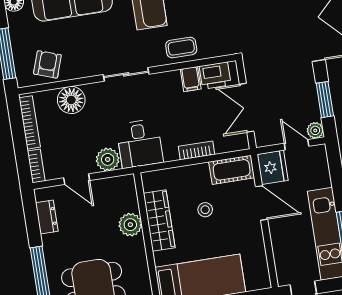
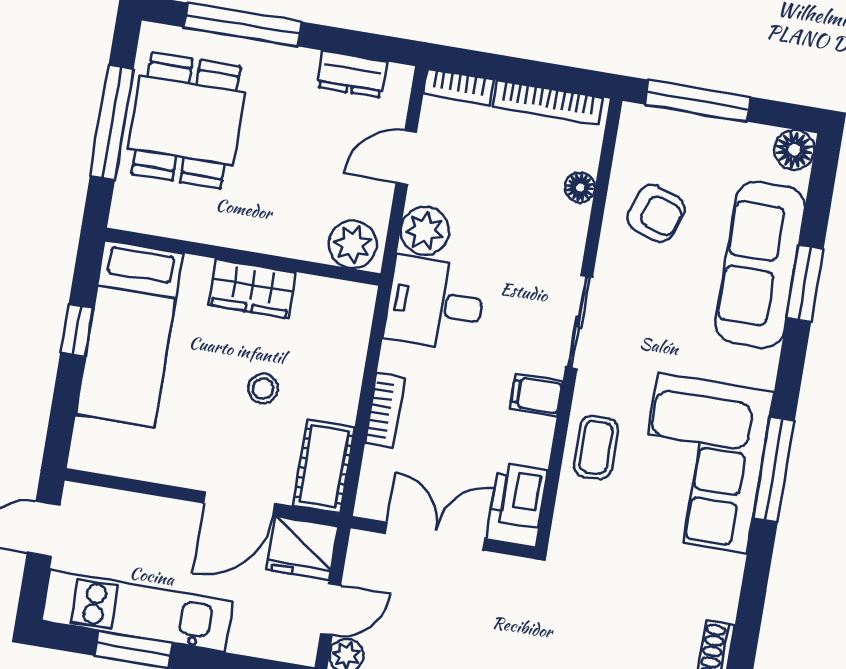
armchair: (47, 64) -> (656, 213), moved
filing cabinet: (191, 79) -> (536, 395), moved
floor lamp: (71, 100) -> (580, 187), width x0.53, depth x0.53
wardrobe: (159, 220) -> (252, 289), width x0.67
plant: (130, 225) -> (353, 244), moved

